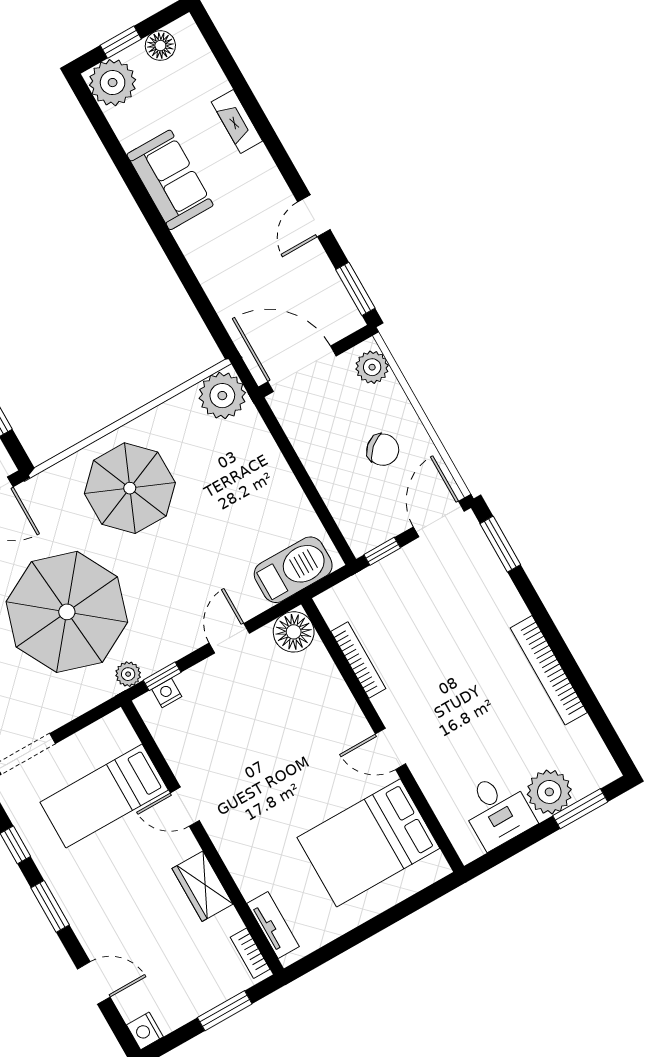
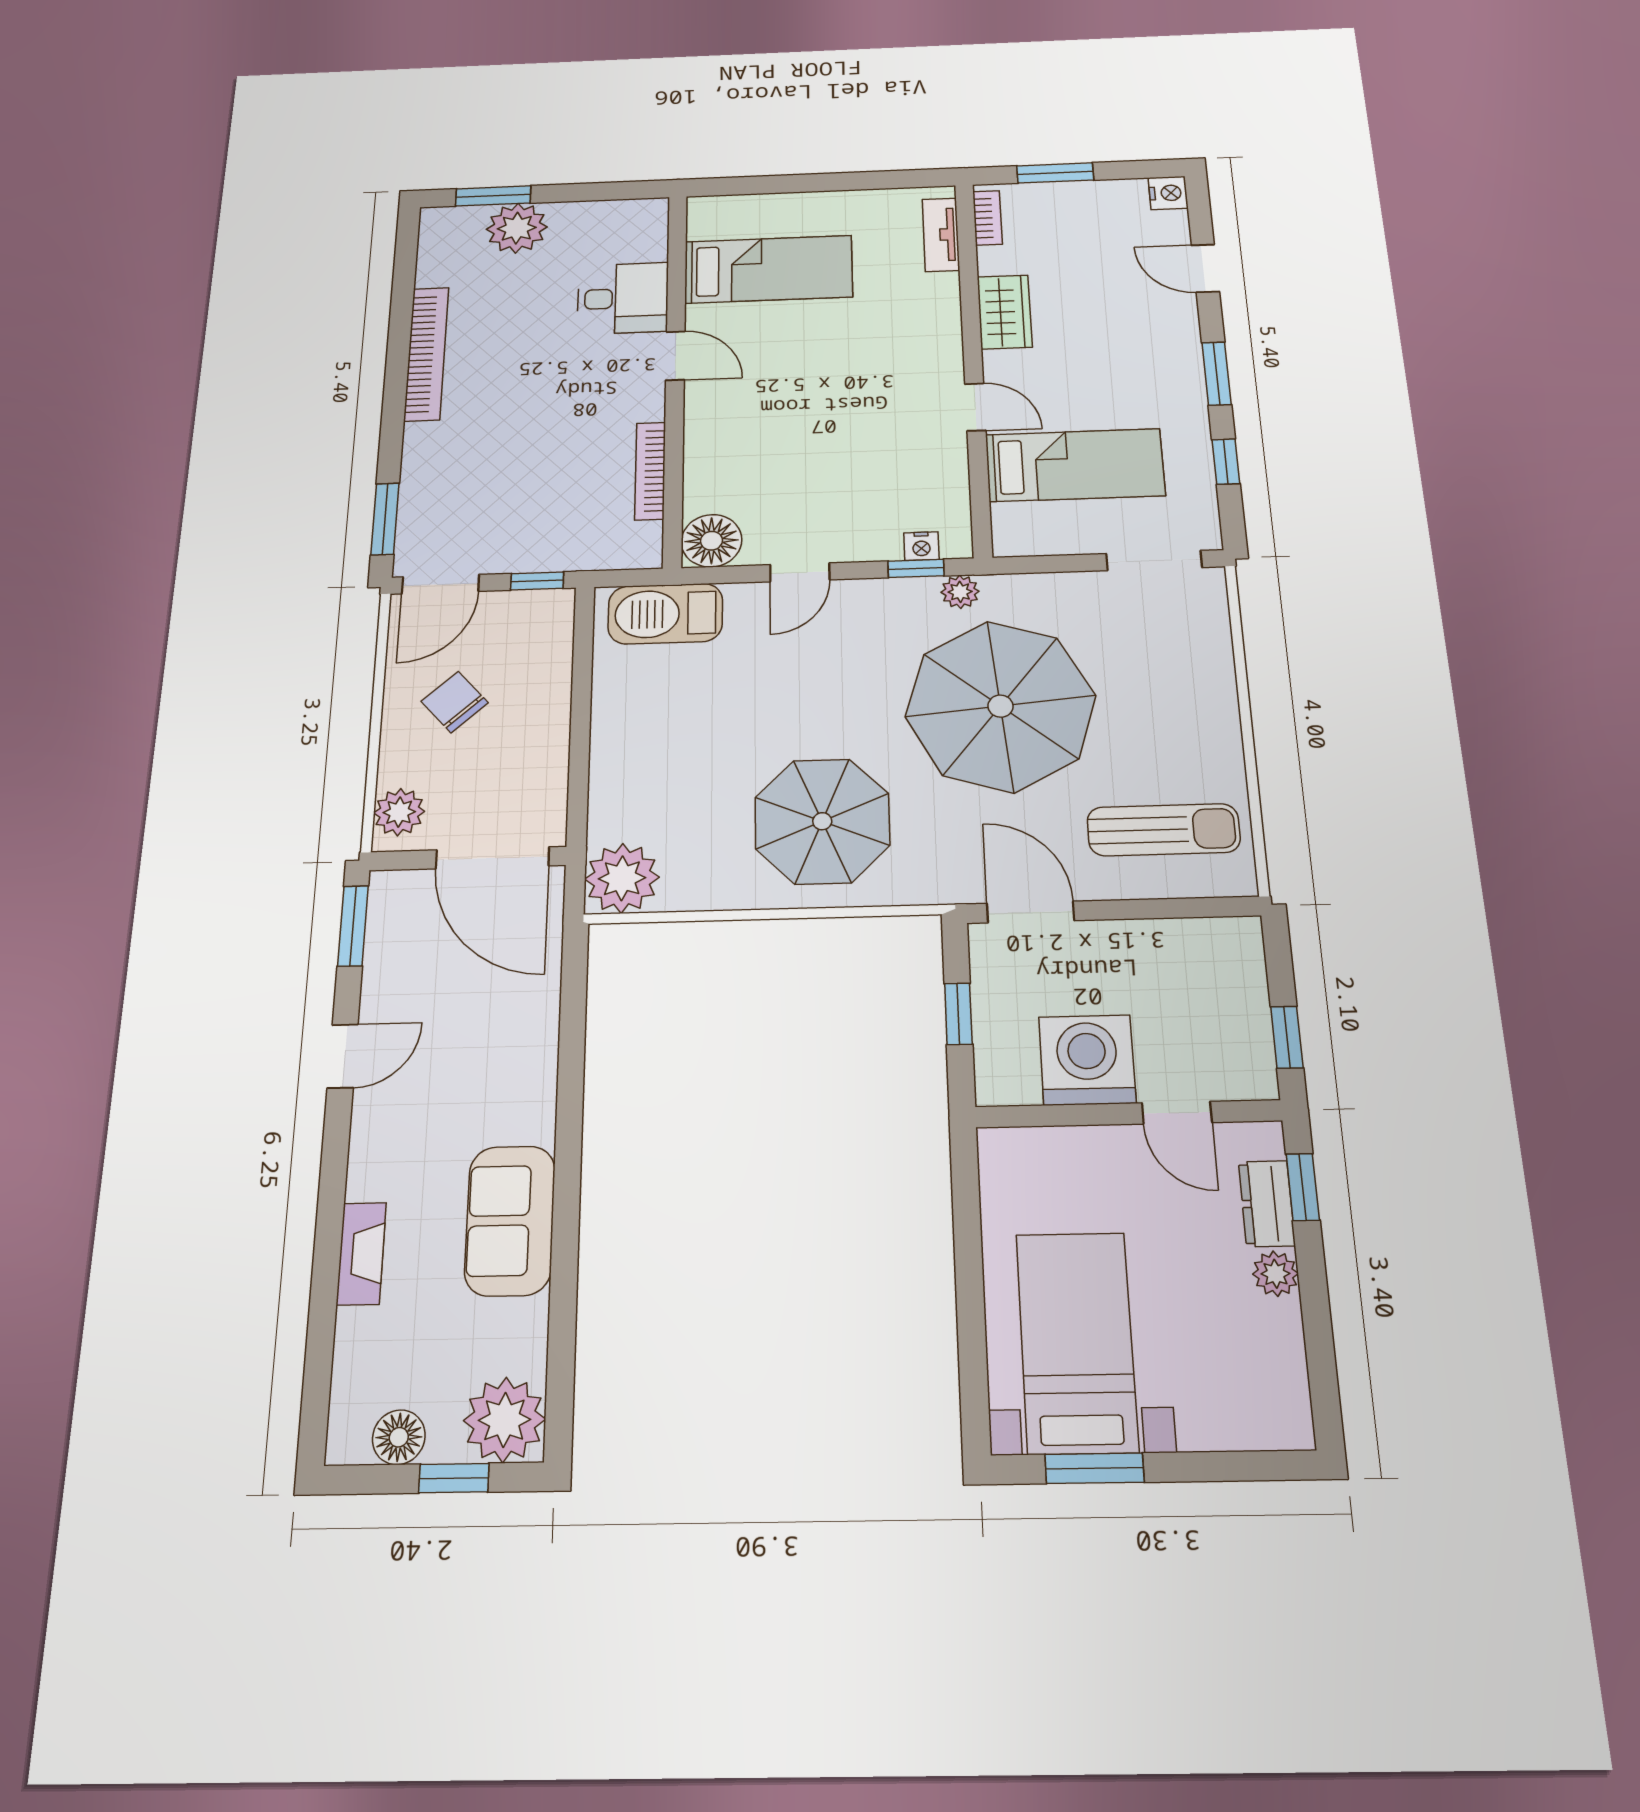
desk: (497, 810) -> (623, 298), moved, turned 90
bed: (368, 843) -> (768, 269), width x0.67

